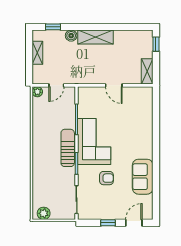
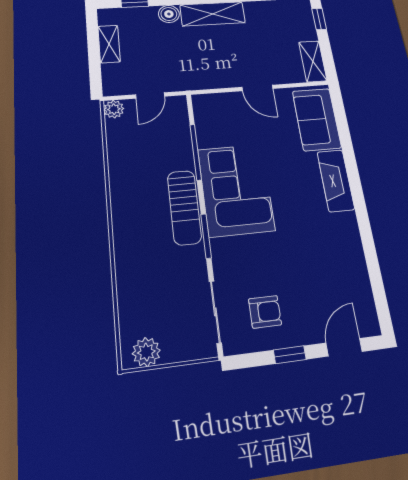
fireplace: (146, 142) -> (336, 180), added
sun lounger: (68, 148) -> (184, 207), turned 180
sofa: (143, 177) -> (317, 119), moved
armchair: (106, 178) -> (265, 312), moved

